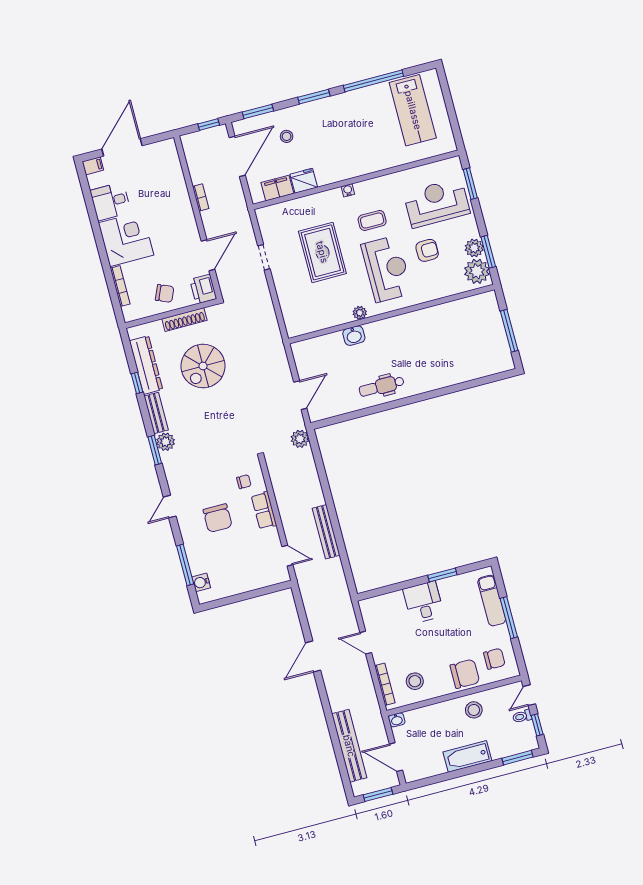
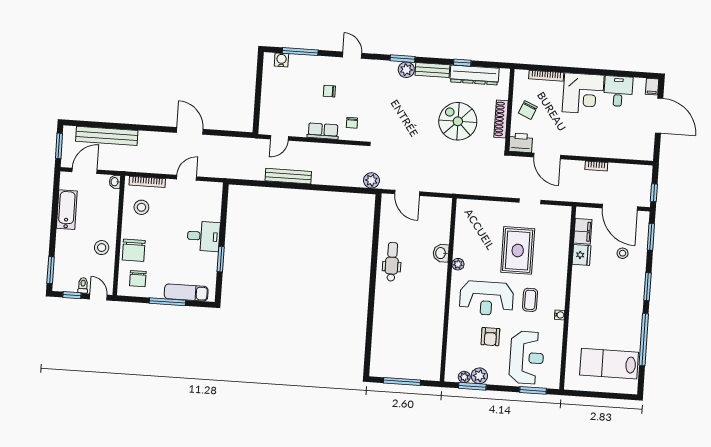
water cooler: (348, 190) -> (560, 315), moved
rug: (322, 252) -> (518, 250), turned 90
plant: (477, 271) -> (464, 377), width x0.53, depth x0.53
chair: (218, 518) -> (329, 91), width x0.54, depth x0.54
bathtub: (467, 756) -> (67, 210), moved

